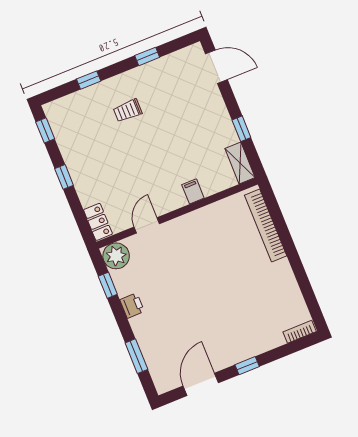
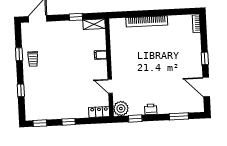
trolley: (128, 111) -> (33, 59), moved
bookcase: (266, 226) -> (147, 21), moved

